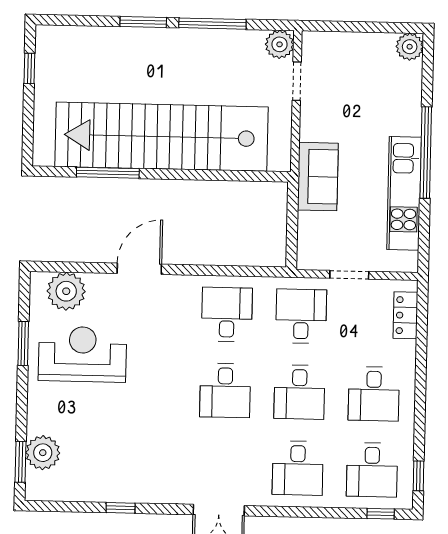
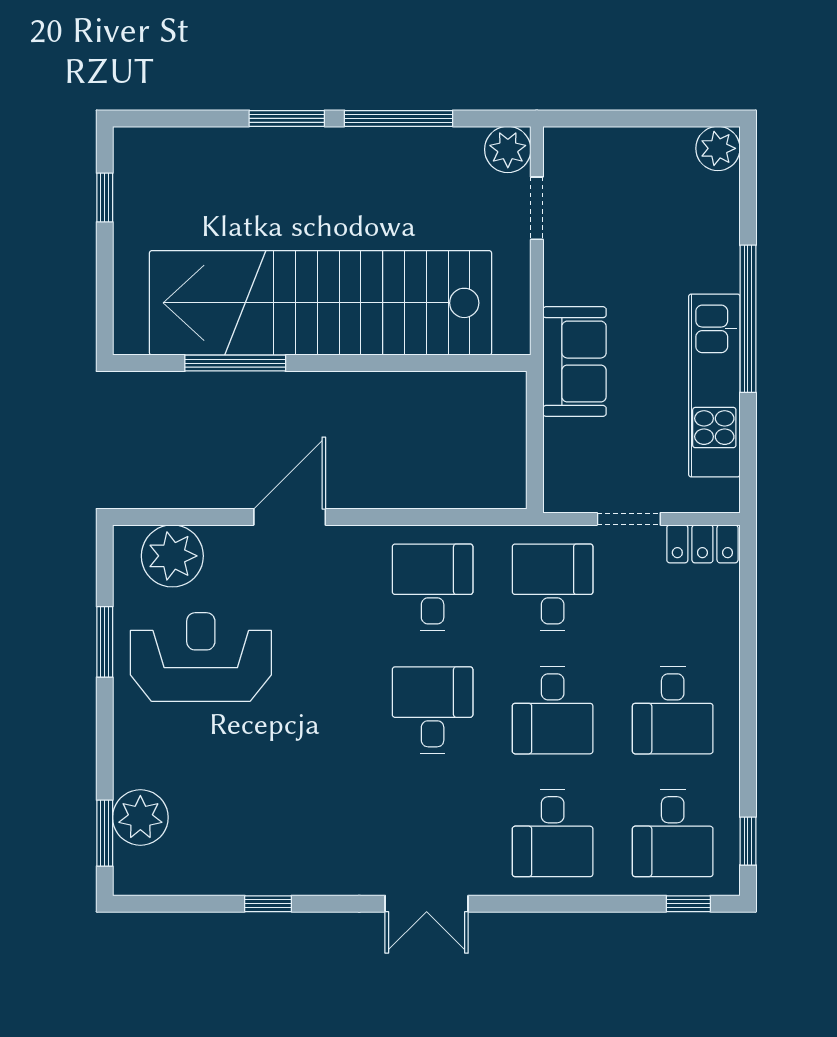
locker: (405, 315) -> (702, 544), moved, turned -90
desk: (225, 390) -> (433, 710), turned 180

